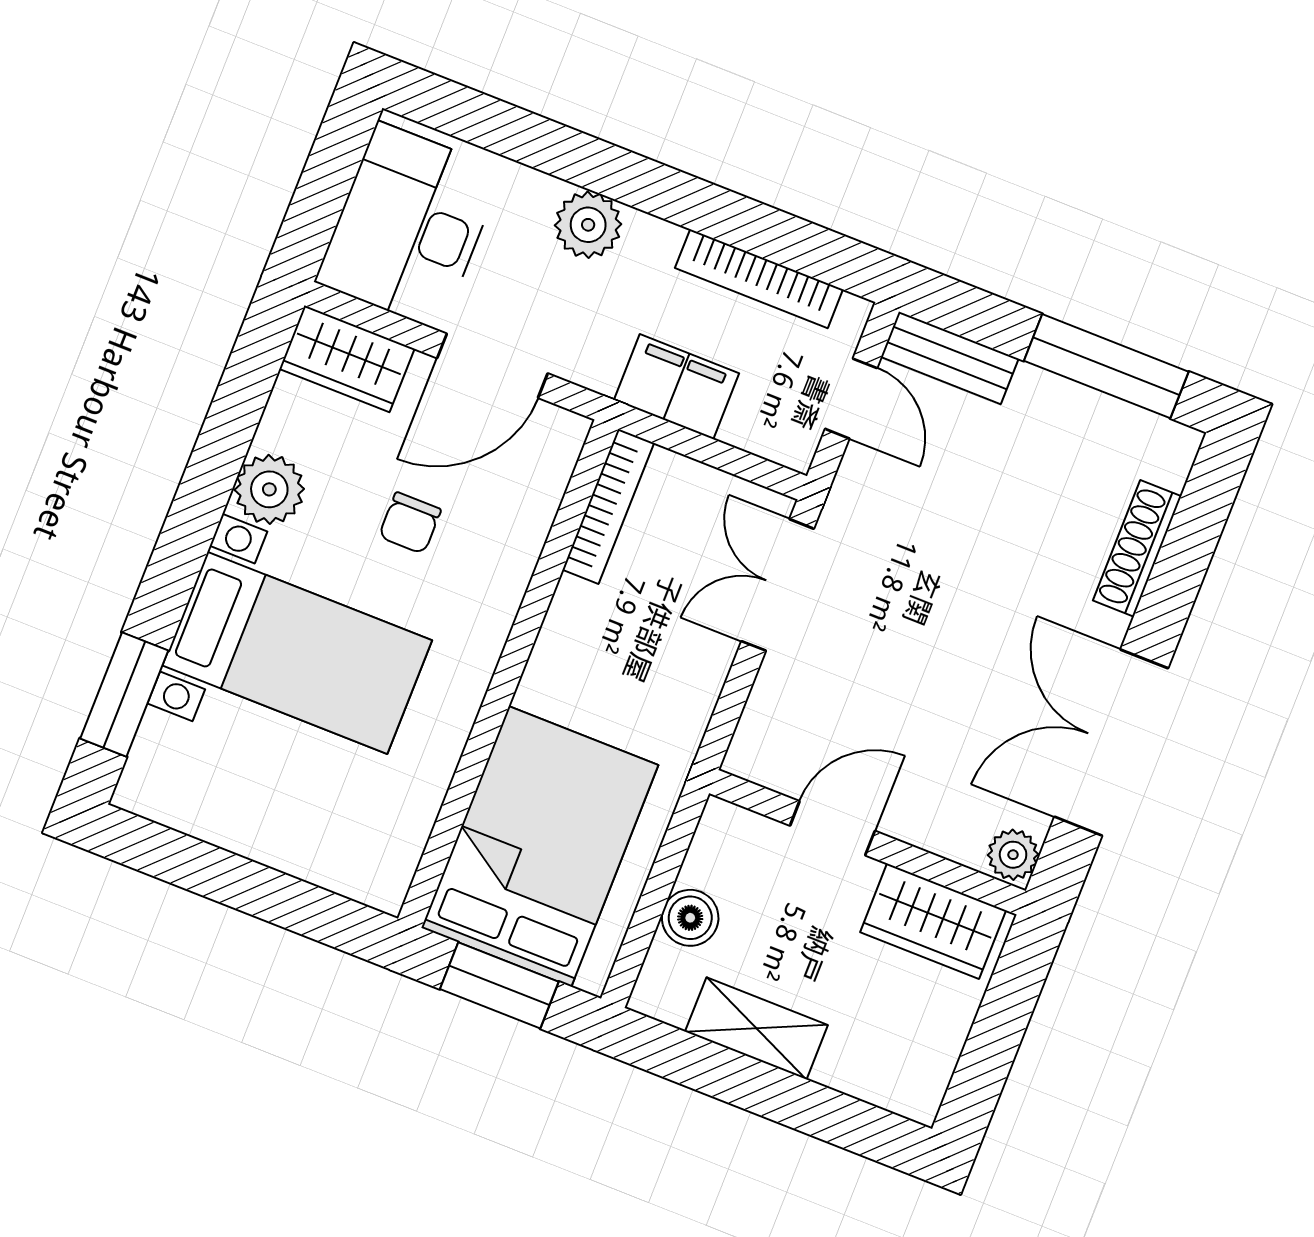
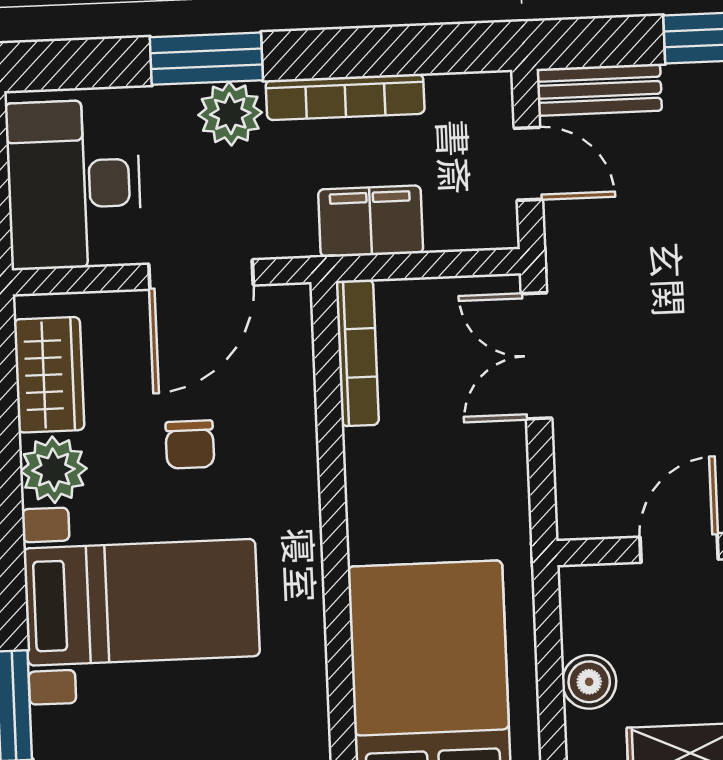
window: (589, 162) -> (206, 59), added
bookcase: (759, 279) -> (345, 97), moved
wardrobe: (347, 359) -> (49, 375), moved, turned -90

